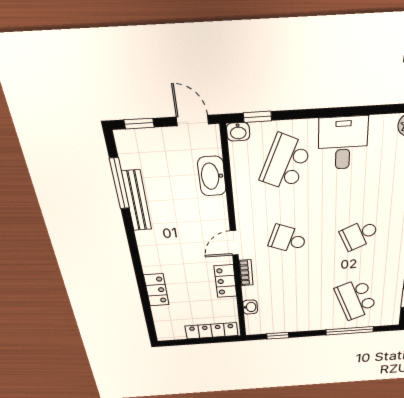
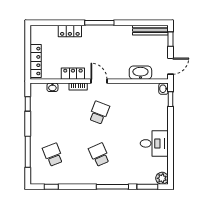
school desk: (285, 163) -> (145, 113), removed
window: (119, 184) -> (99, 23), moved
bench: (137, 201) -> (150, 30), moved
school desk: (356, 299) -> (53, 155), width x0.54

